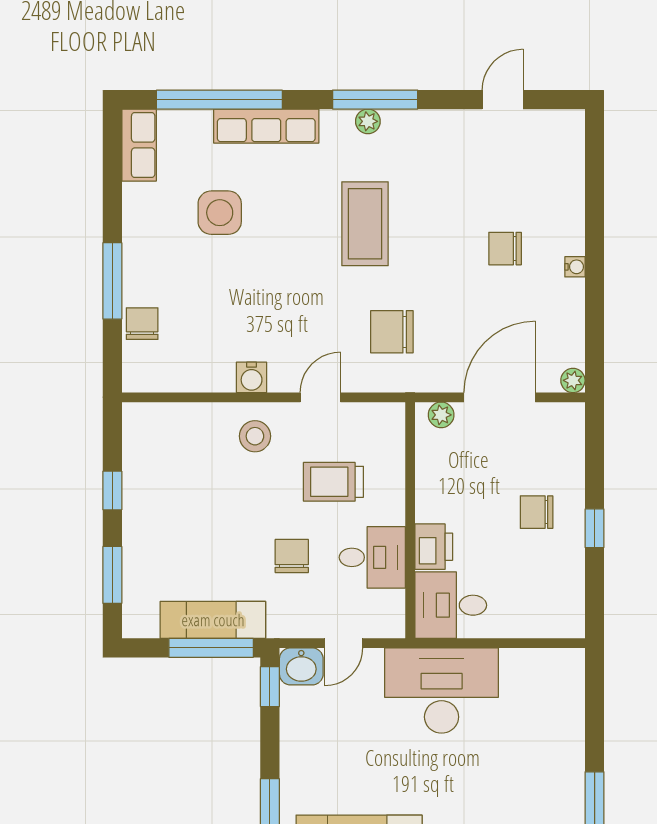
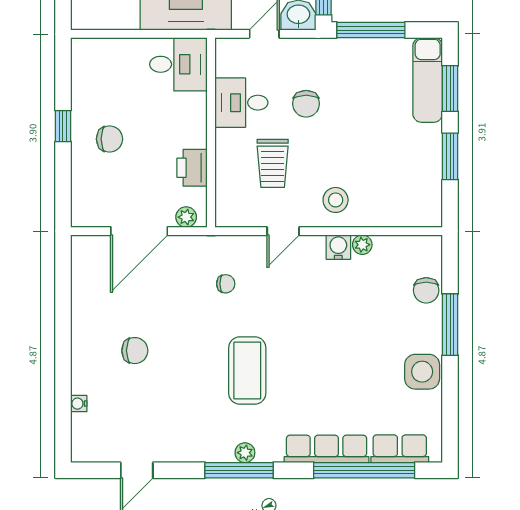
row of seats: (139, 145) -> (400, 449), moved, turned 90
side table: (220, 213) -> (422, 372), moved
water cooler: (575, 267) -> (79, 404), moved
chair: (392, 332) -> (226, 284), width x0.54, depth x0.54
plant: (573, 380) -> (362, 245), moved
trolley: (333, 482) -> (273, 163), turned 90
window: (112, 490) -> (450, 156), width x1.50
printer: (434, 547) -> (192, 168), moved
exam couch: (213, 620) -> (428, 80), moved, turned 90

